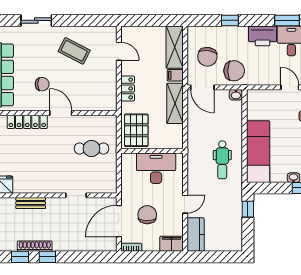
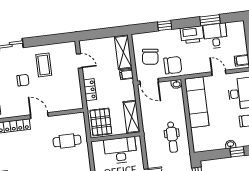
coffee table: (74, 51) -> (44, 65), turned 63
chair: (42, 84) -> (23, 80), moved
shelving: (175, 103) -> (131, 117), moved
exam couch: (258, 152) -> (197, 102), moved

